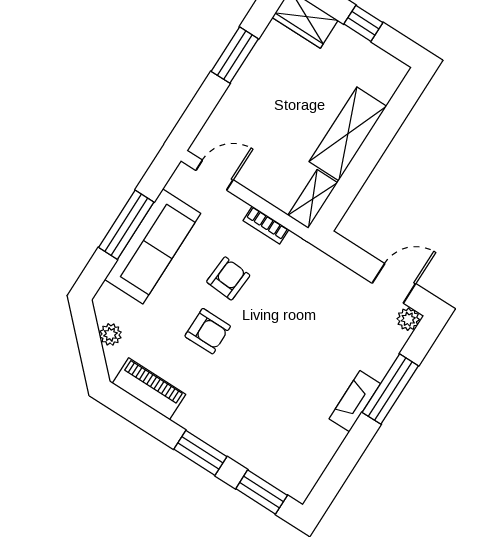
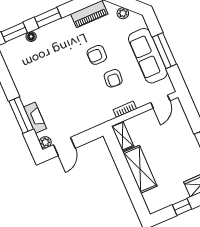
fireplace: (355, 401) -> (35, 118), moved
floor lamp: (250, 460) -> (31, 36), added

